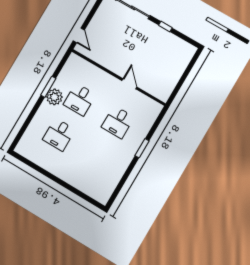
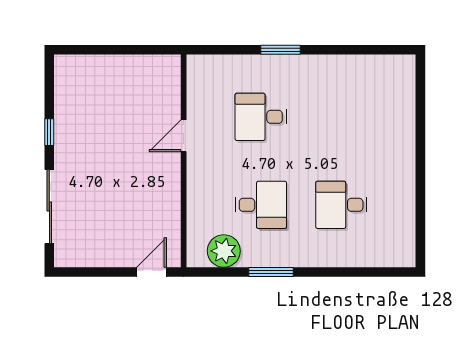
plant: (54, 97) -> (224, 251), moved
desk: (118, 122) -> (261, 117), turned 180
desk: (59, 135) -> (341, 205), turned 180

